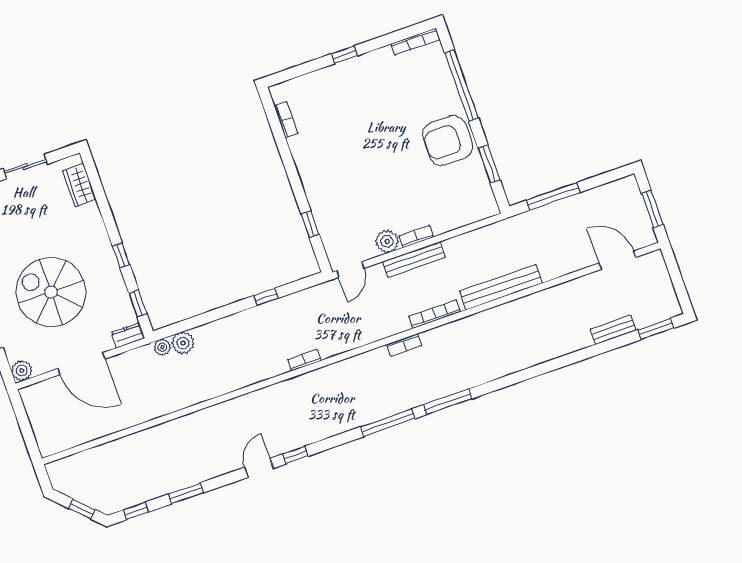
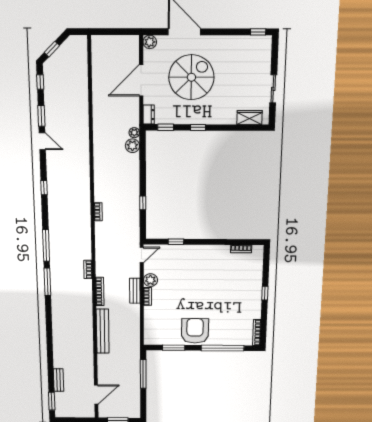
bench: (414, 259) -> (135, 291), width x0.73
door: (350, 269) -> (142, 255), swing flipped
door: (259, 468) -> (42, 141), moved

